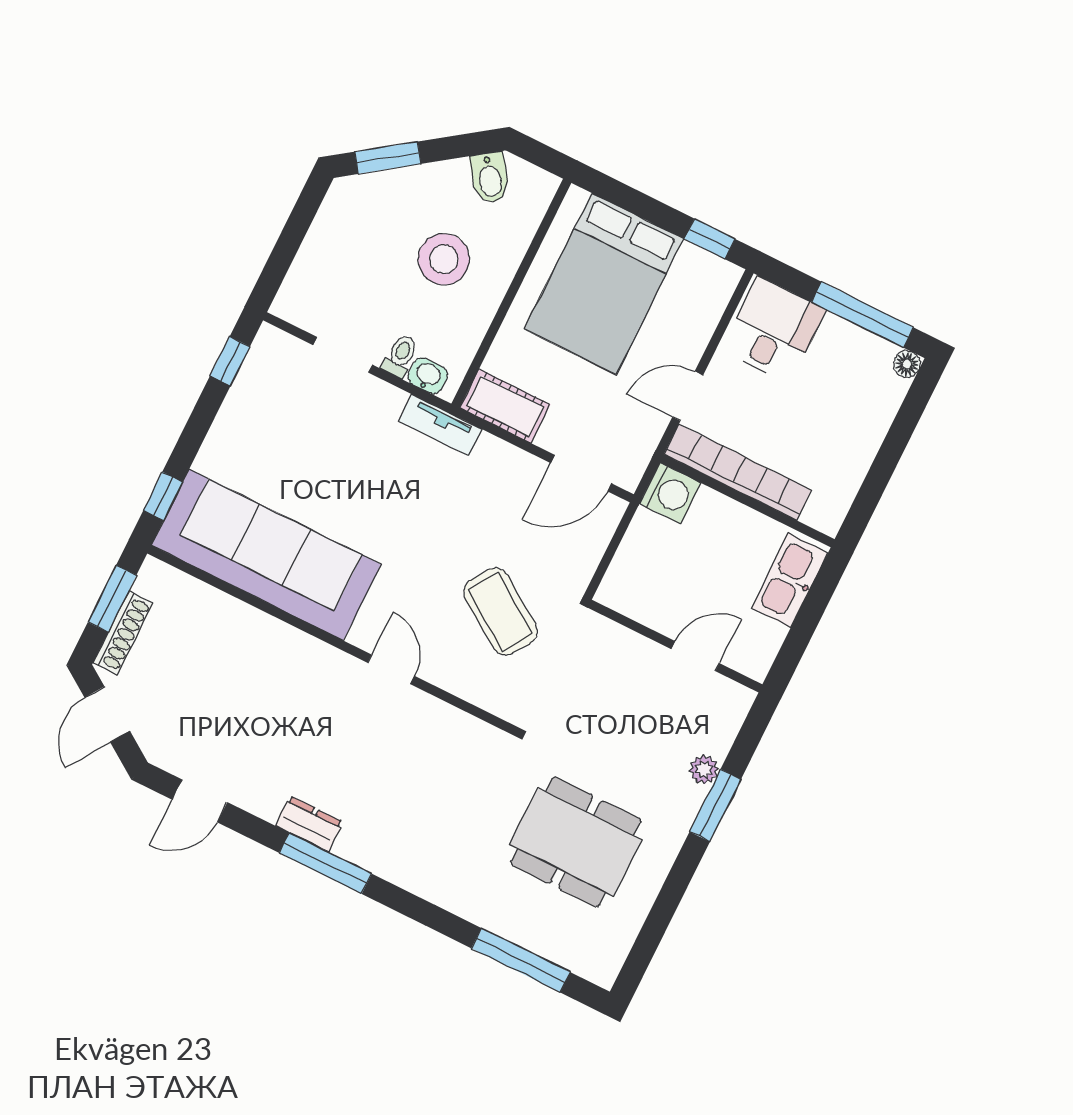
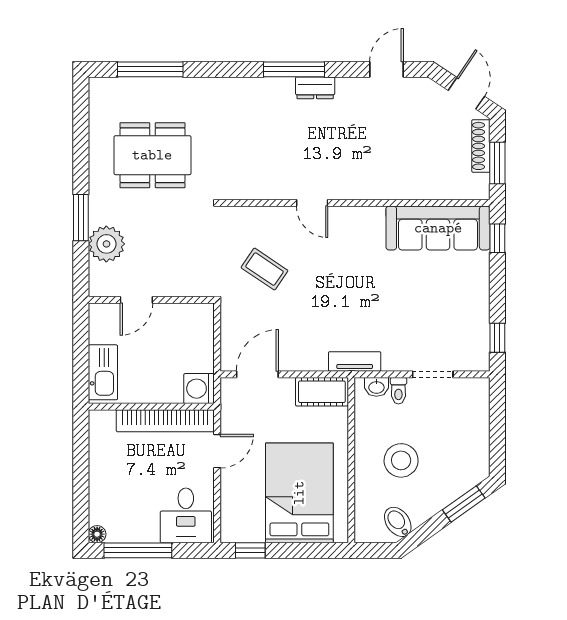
sofa: (266, 555) -> (438, 228), width x0.74, depth x0.79
coffee table: (500, 612) -> (264, 269), width x0.73, depth x0.77
plant: (704, 770) -> (106, 244), width x1.88, depth x1.88

